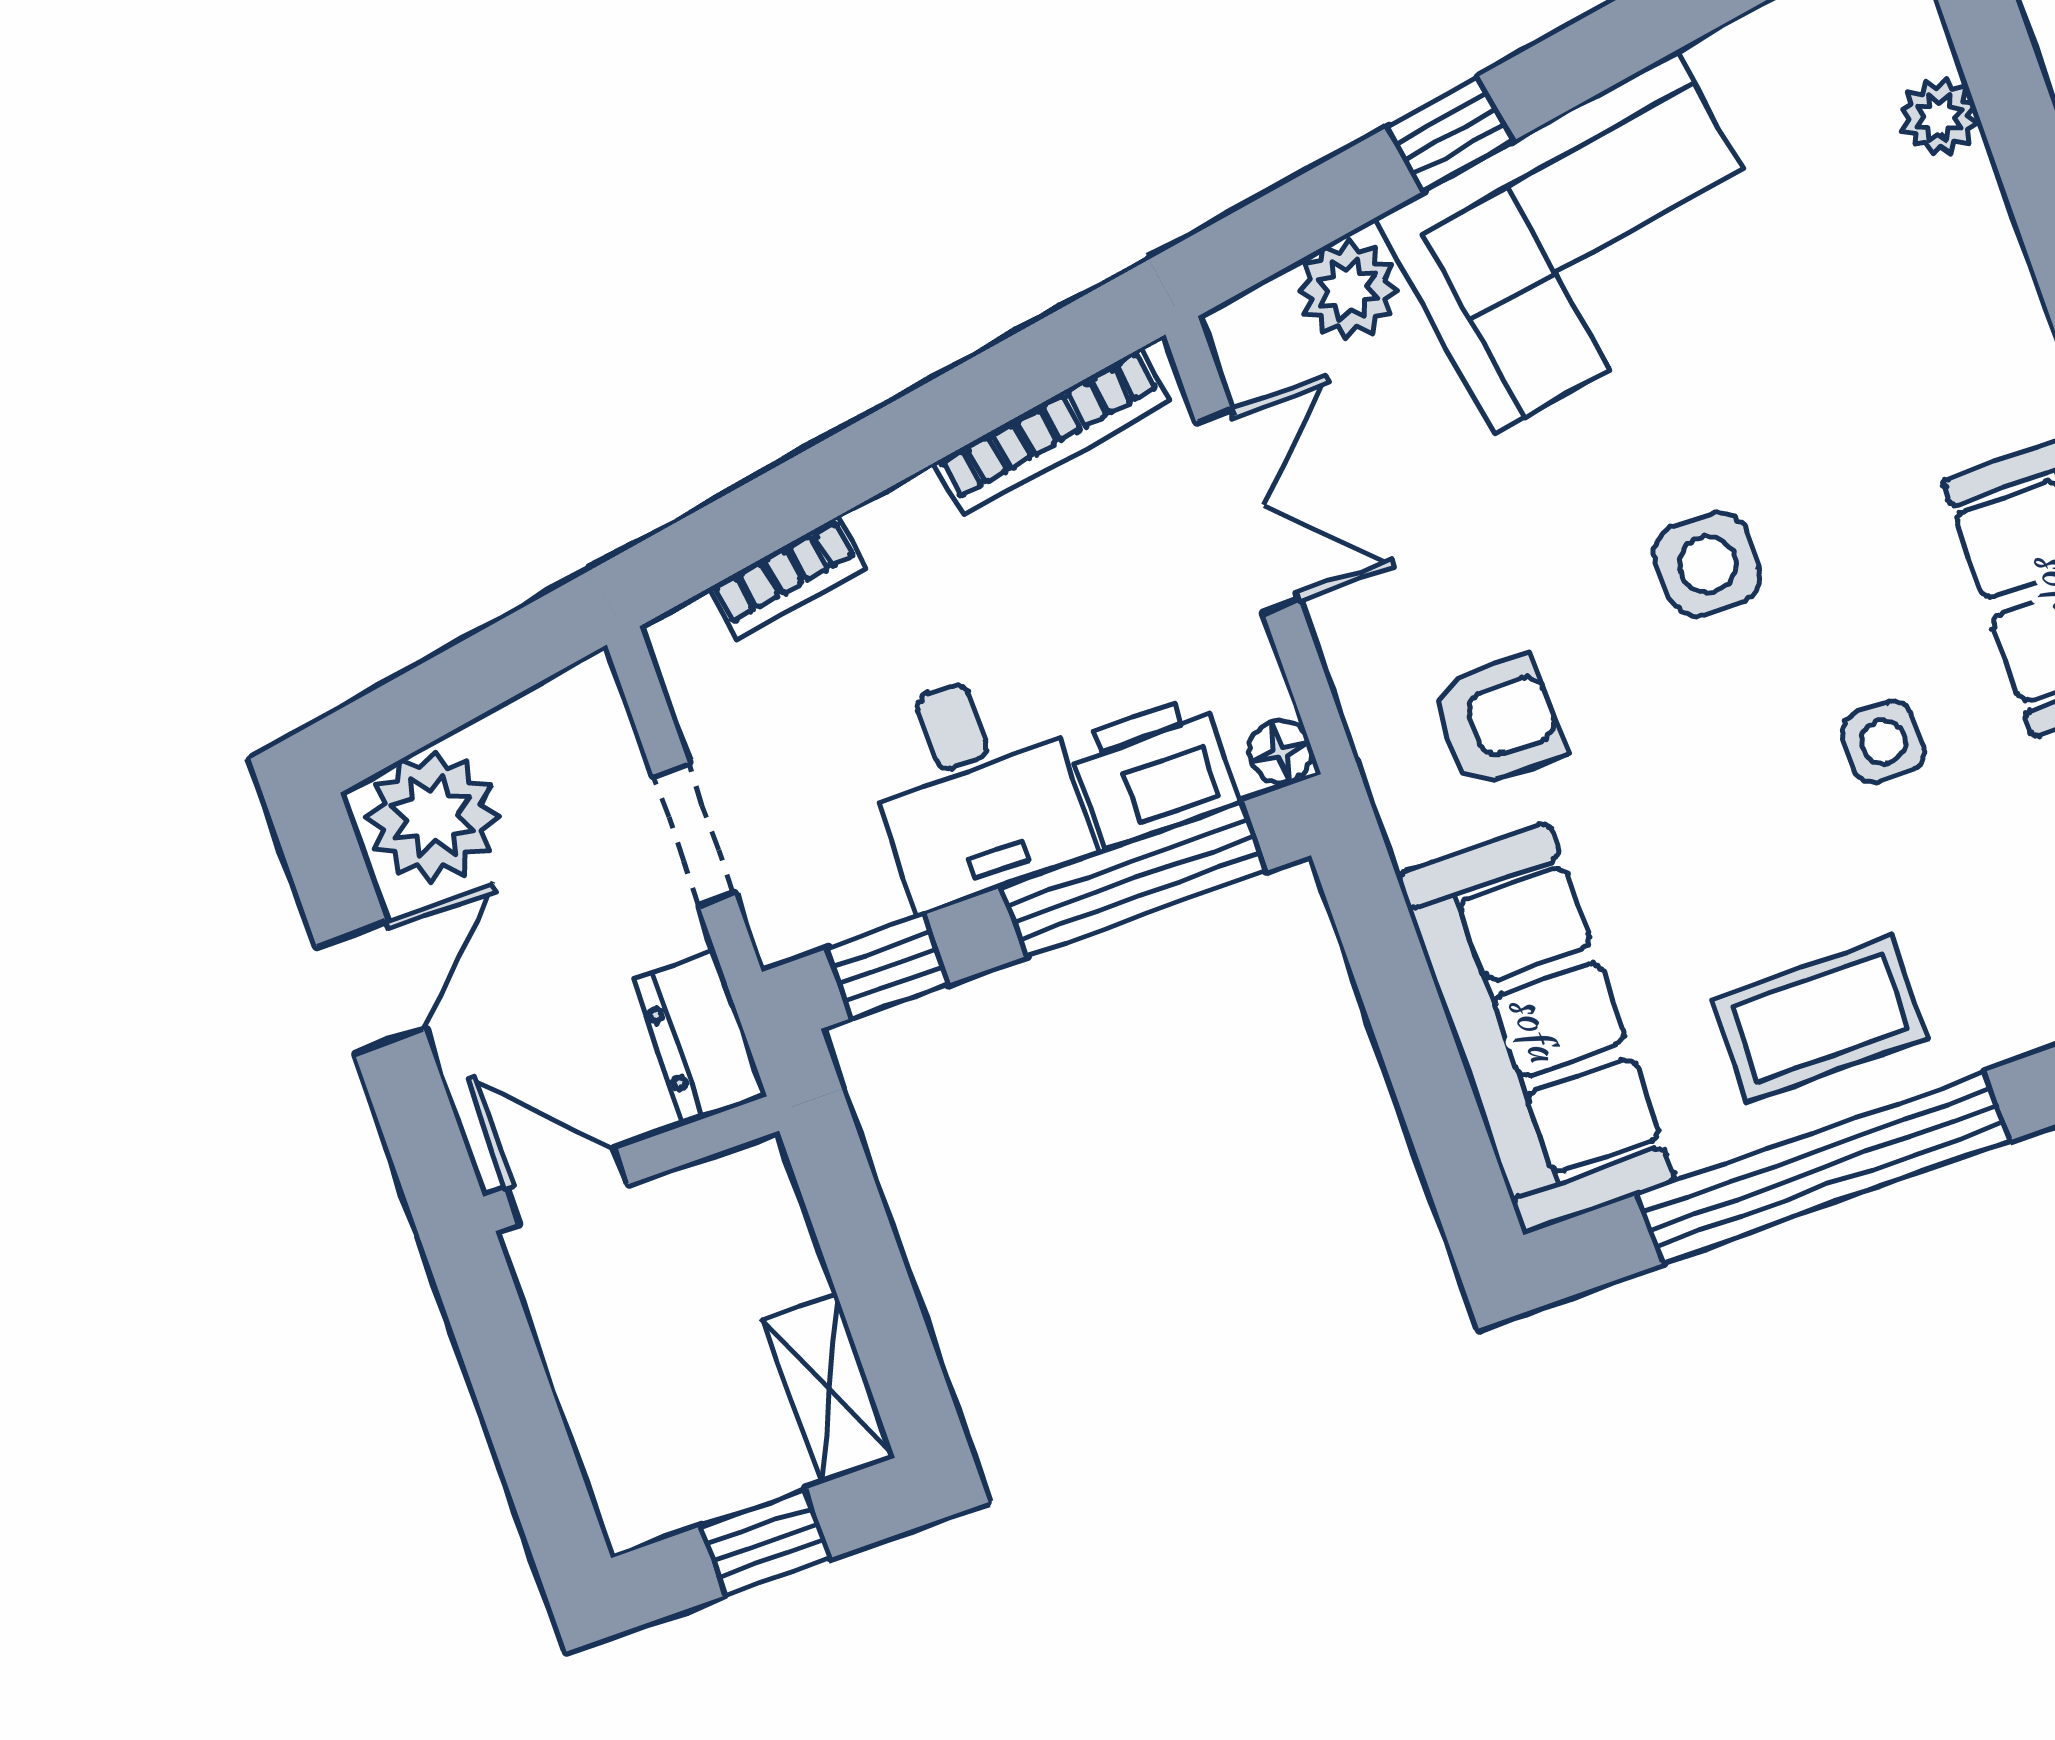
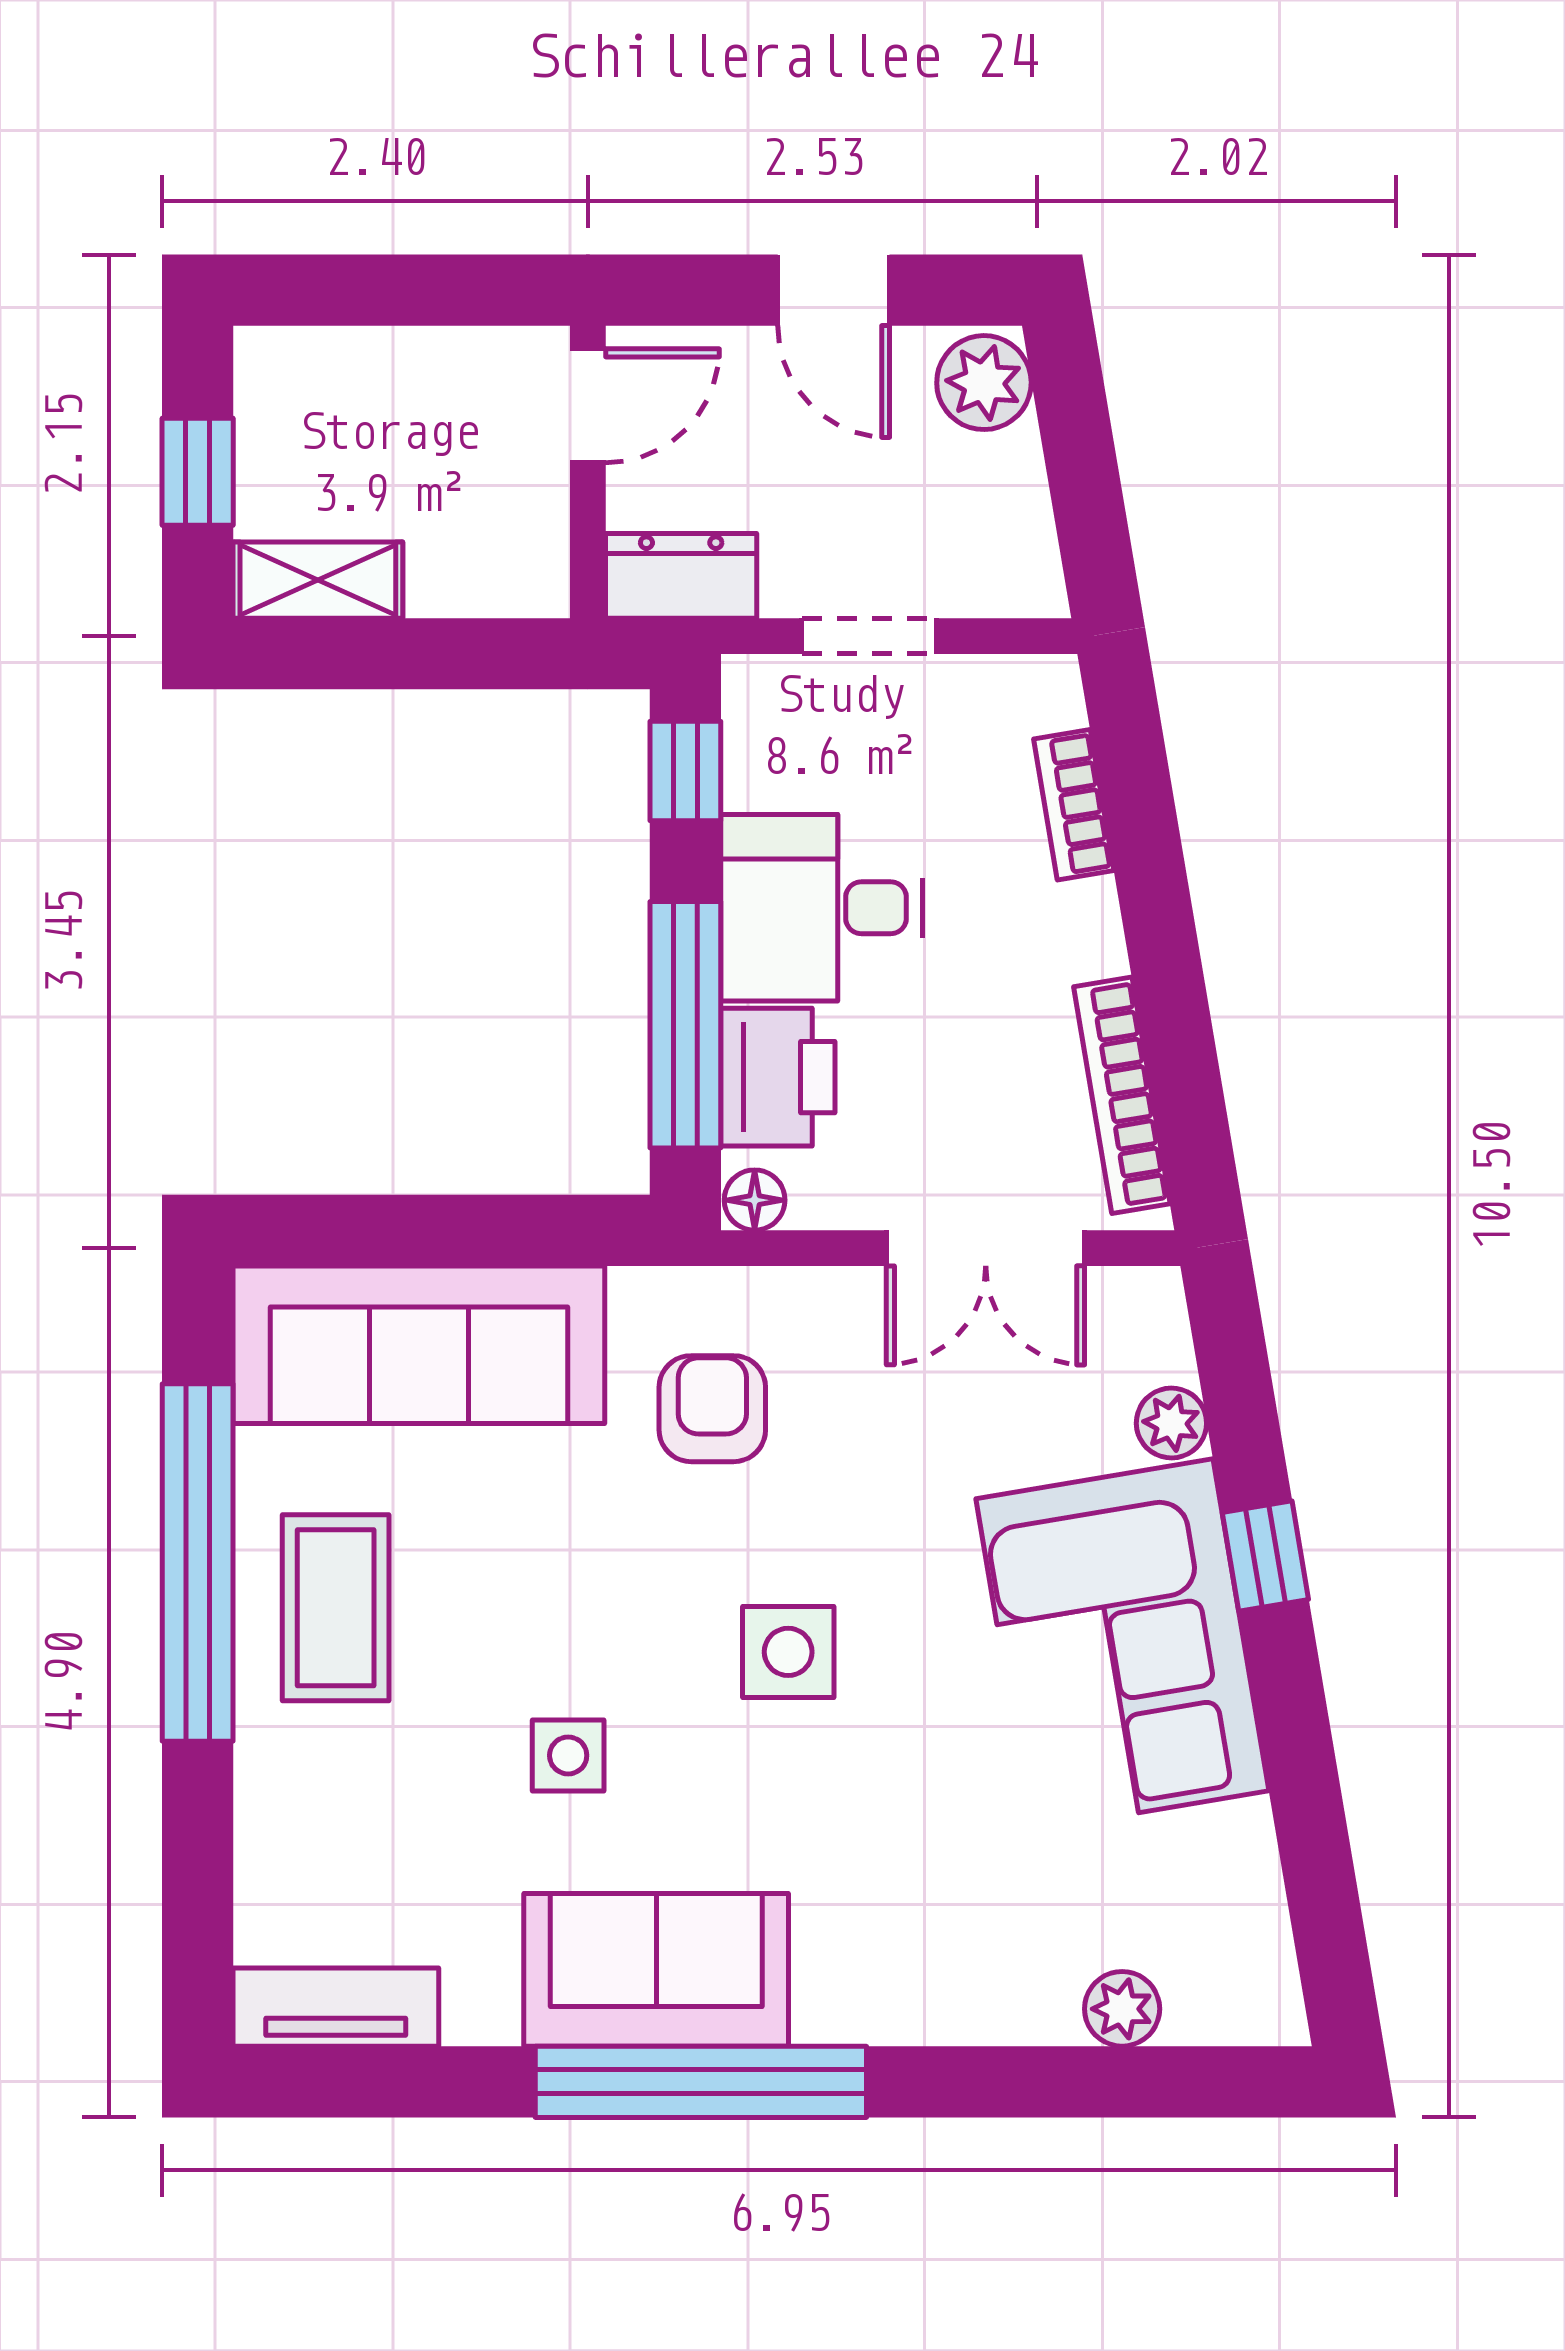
plant: (1348, 289) -> (1171, 1423), width x0.73, depth x0.73
armchair: (1497, 721) -> (712, 1409), turned 180
plant: (432, 817) -> (984, 383), width x0.73, depth x0.73

